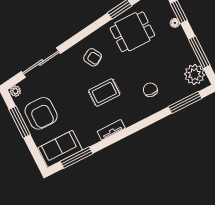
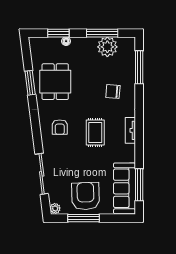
armchair: (93, 57) -> (60, 127), turned 120
plant: (195, 74) -> (107, 47), moved
armchair: (41, 113) -> (86, 196), turned -92
tv unit: (111, 130) -> (130, 130), moved
sofa: (60, 149) -> (124, 188), width x1.36

